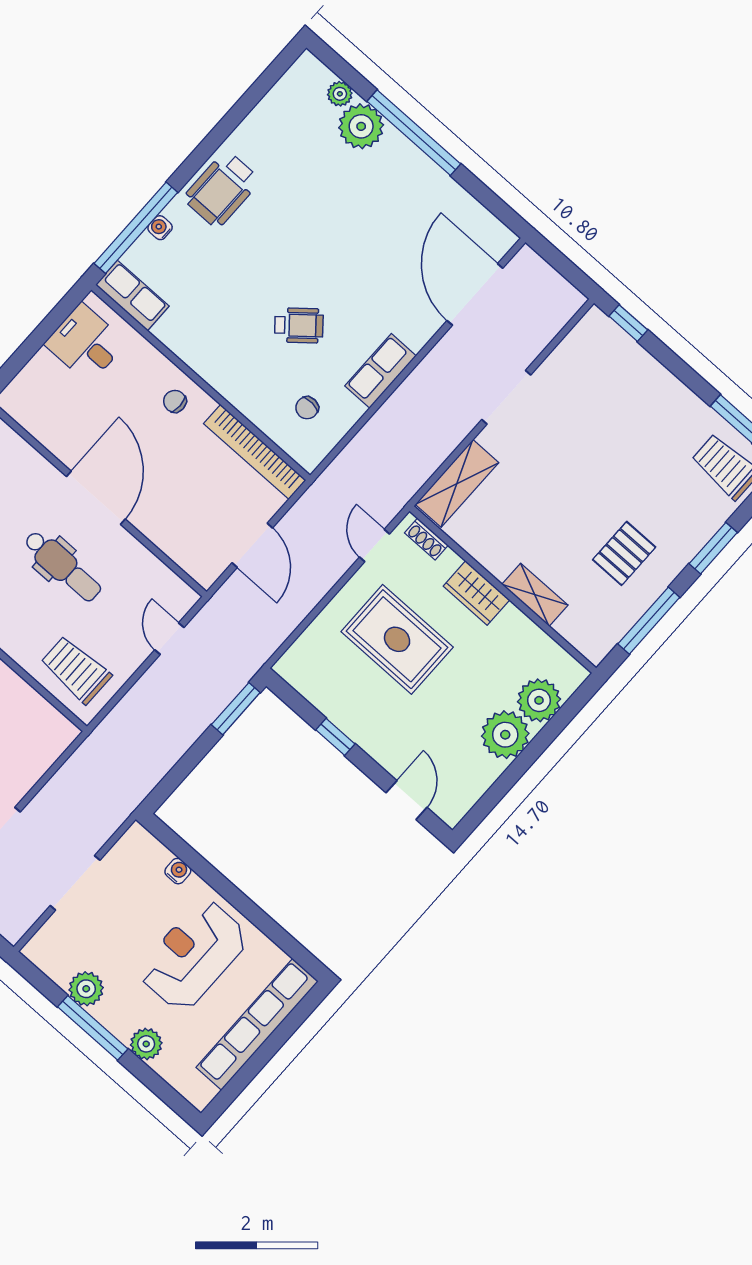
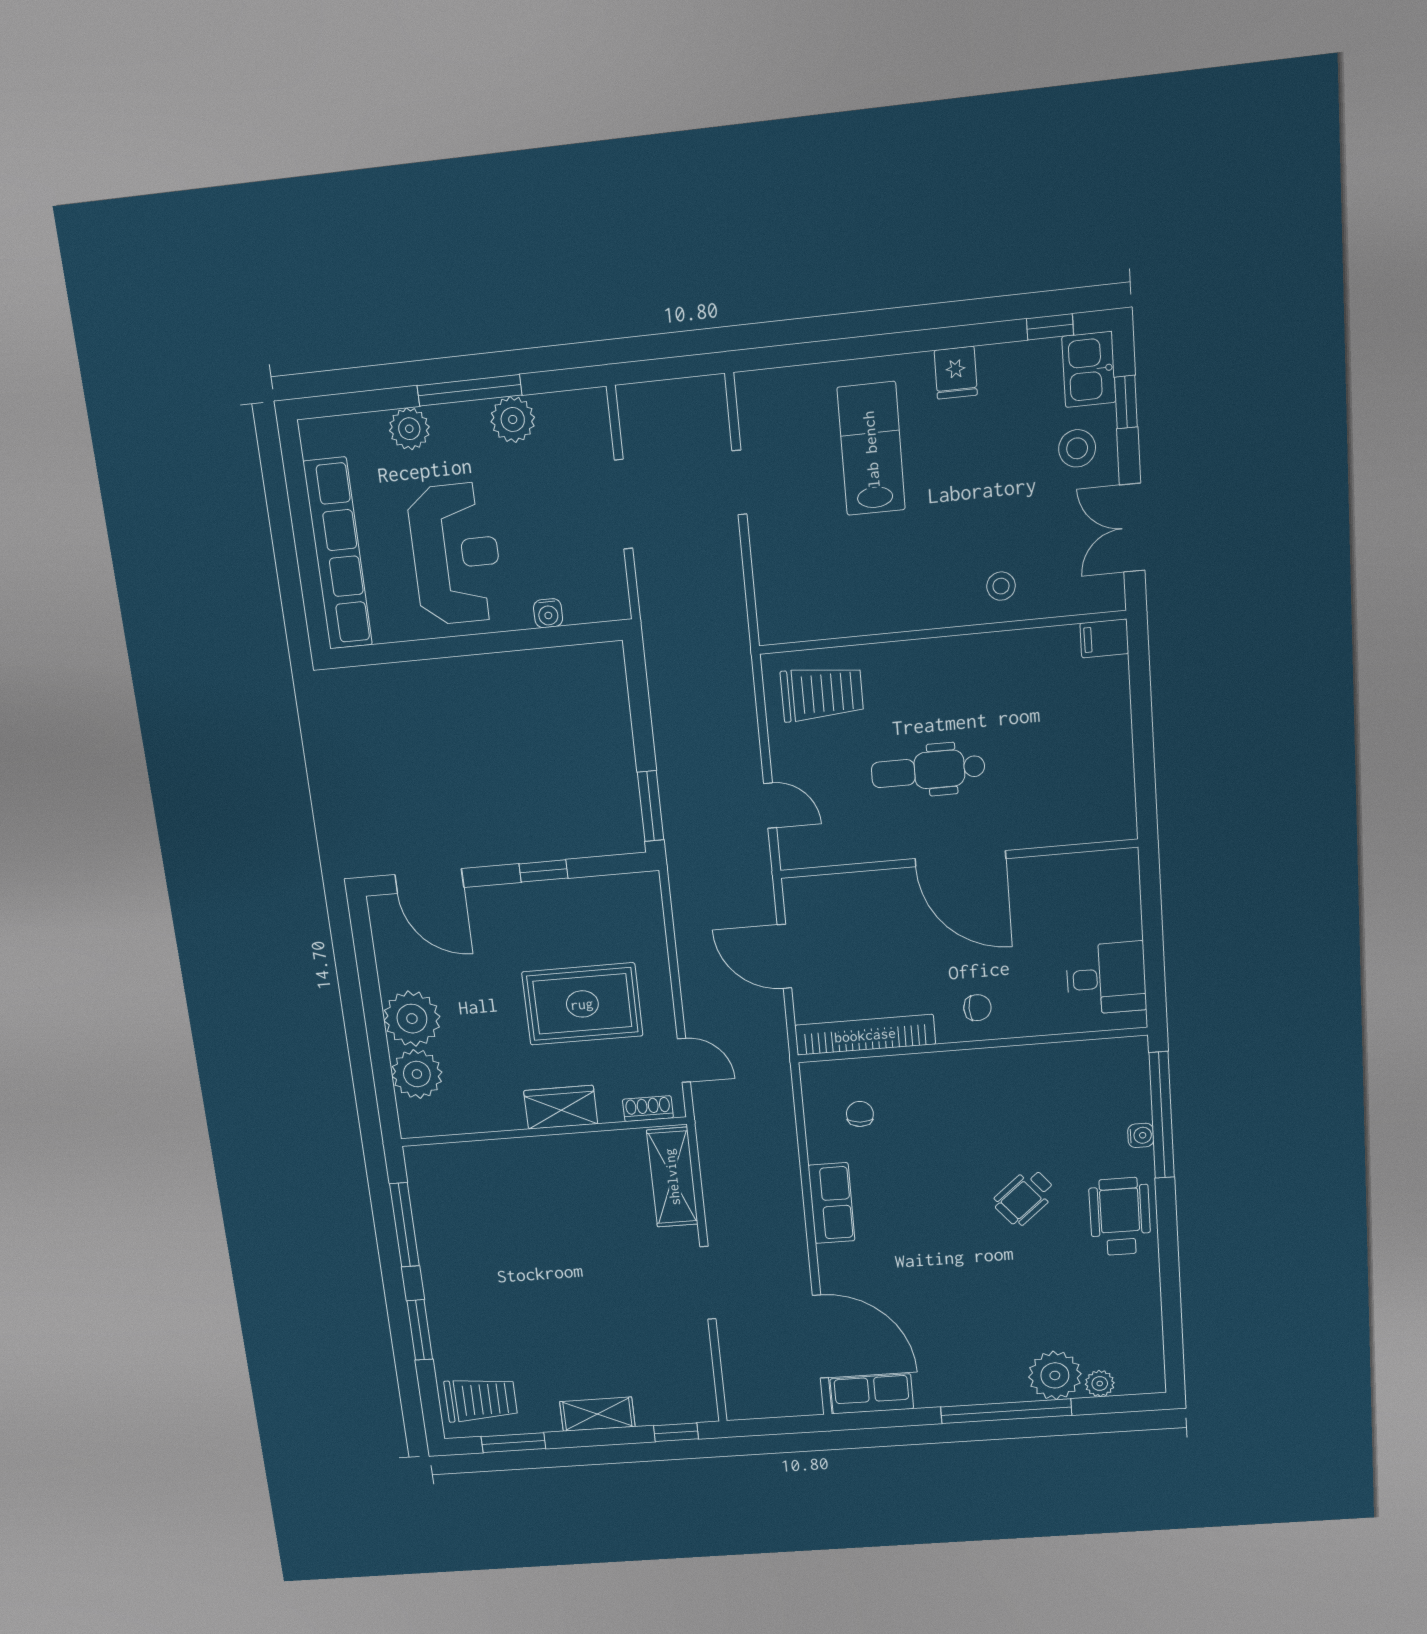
row of seats: (132, 296) -> (872, 1394), moved, turned 180
wheelchair: (299, 325) -> (1024, 1197), moved
pallet: (624, 553) -> (482, 1257), removed
shelving: (535, 595) -> (597, 1414), moved
door: (407, 800) -> (429, 881), width x1.38

